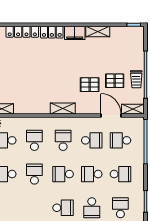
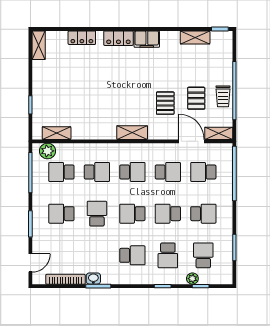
locker: (22, 32) -> (82, 38), width x0.66
shelving: (98, 32) -> (195, 37), moved
pallet: (115, 81) -> (196, 98), turned 90
pallet: (90, 85) -> (165, 103), turned 90
school desk: (34, 140) -> (97, 172), turned 90
school desk: (63, 140) -> (132, 172), turned 90

